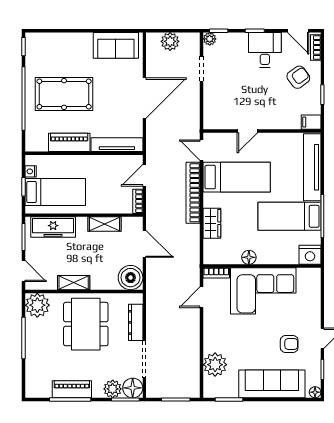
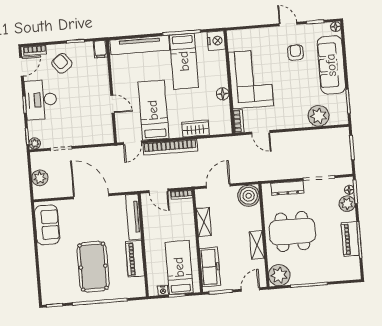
desk: (265, 50) -> (41, 100), width x1.37
floor lamp: (133, 388) -> (349, 190), width x0.53, depth x0.53

